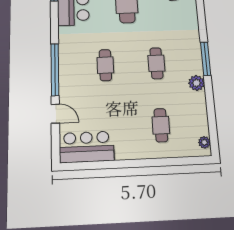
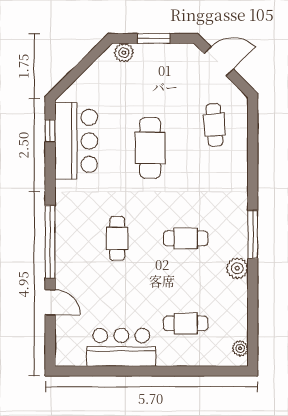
cafe table: (156, 63) -> (186, 238), turned 90
cafe table: (161, 125) -> (186, 323), turned 90
bar counter: (87, 147) -> (121, 347), moved

